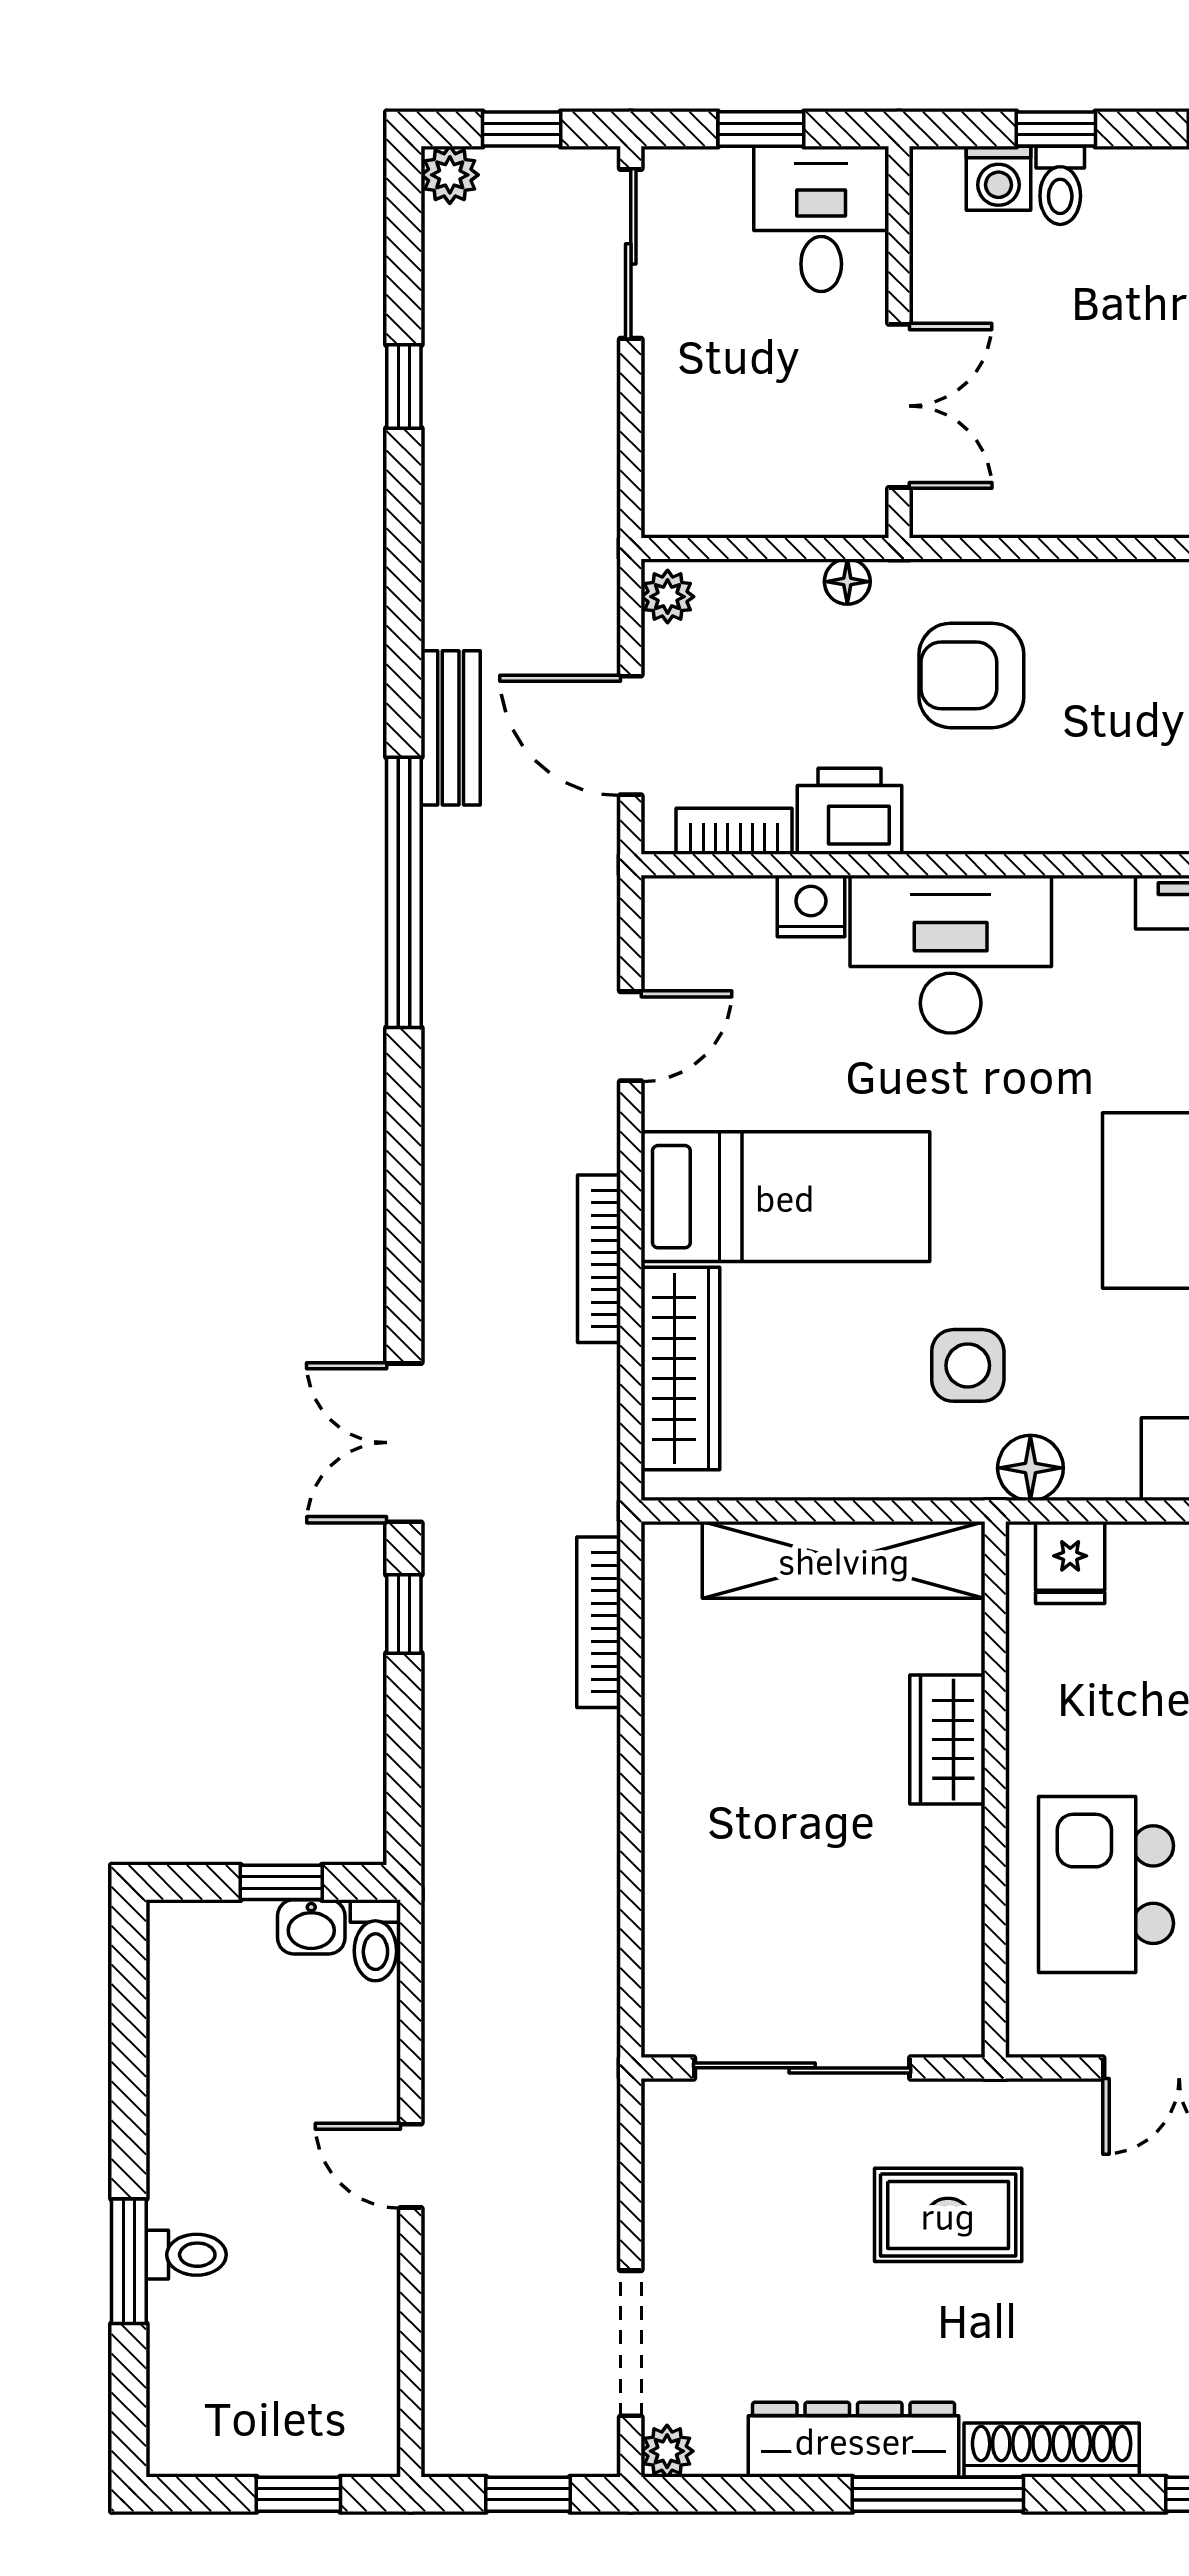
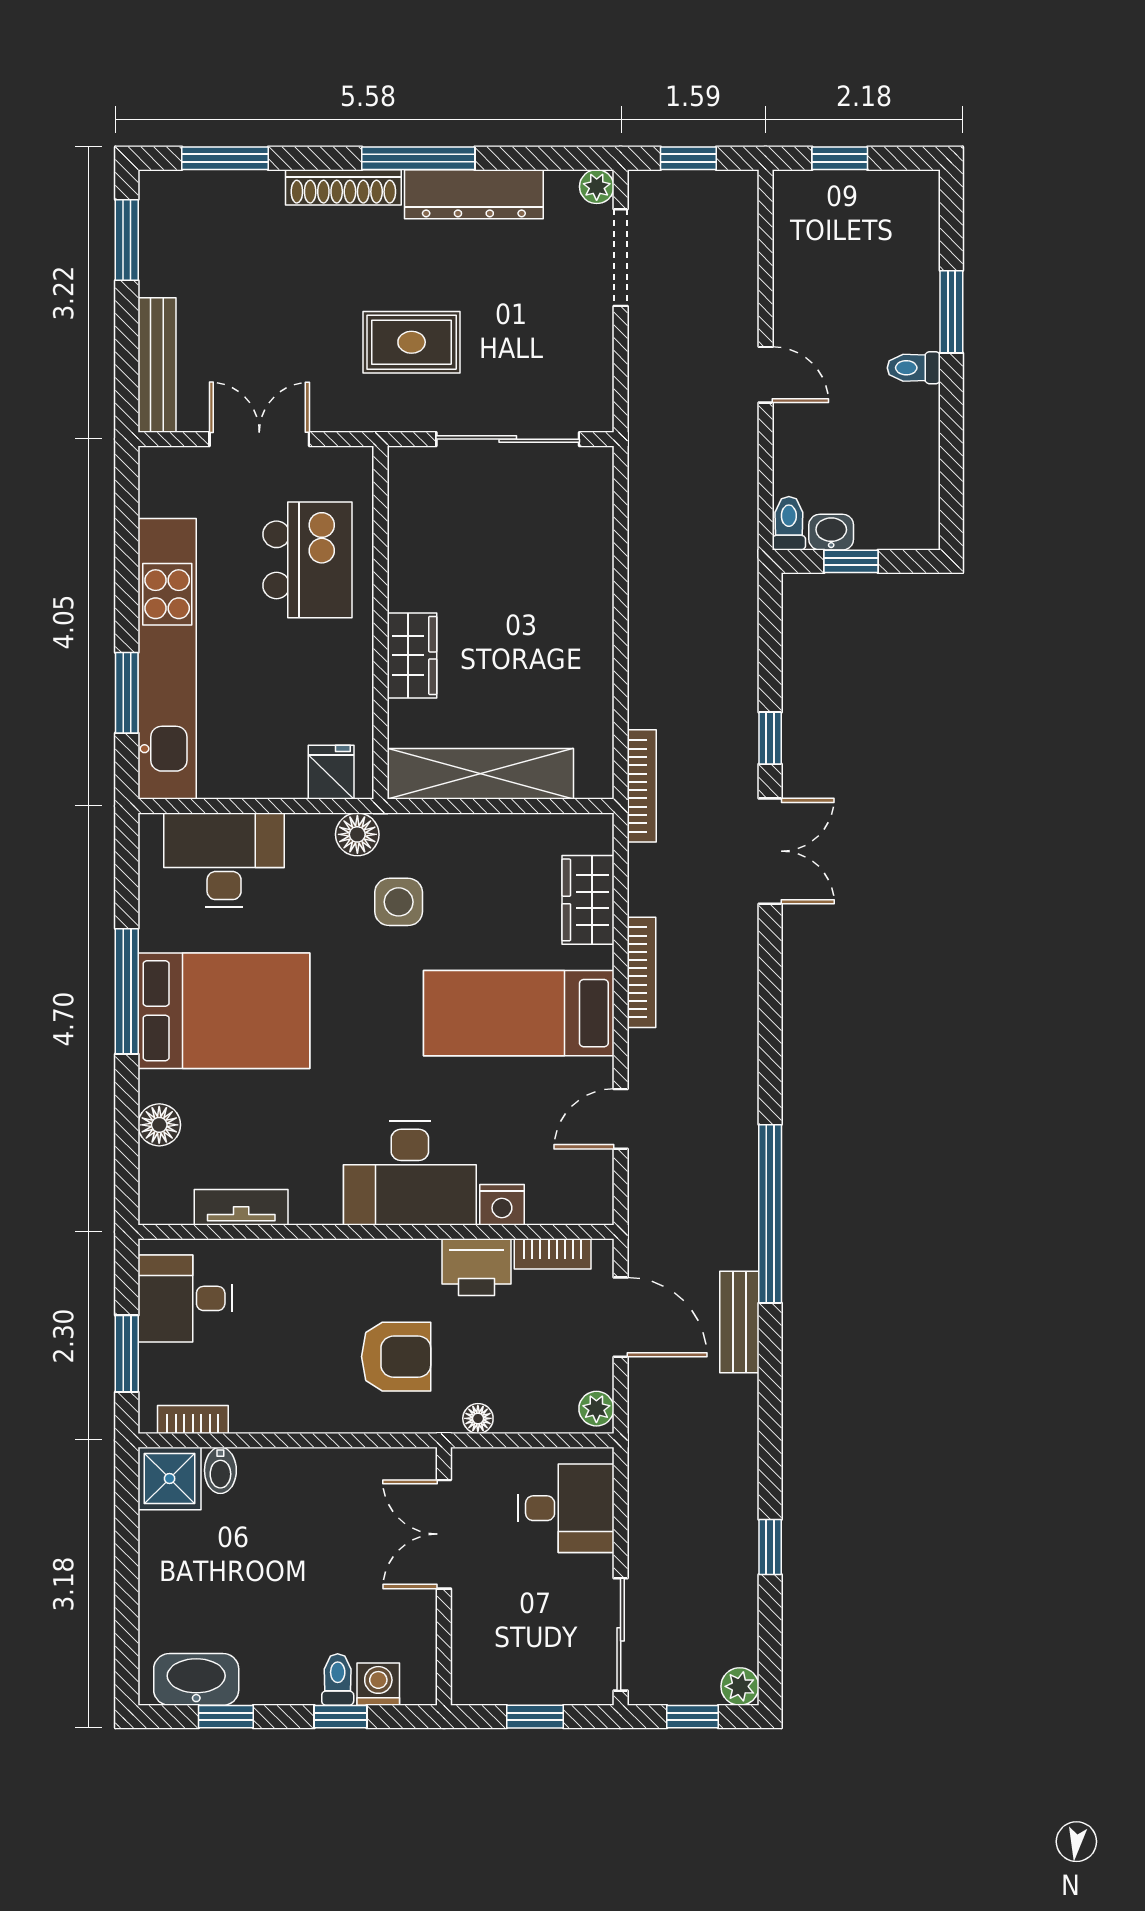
desk: (821, 219) -> (566, 1508), moved, turned -90
wardrobe: (680, 1369) -> (588, 900), width x0.67
bookcase: (599, 1622) -> (642, 786), moved
toilet: (186, 2255) -> (914, 368), moved

